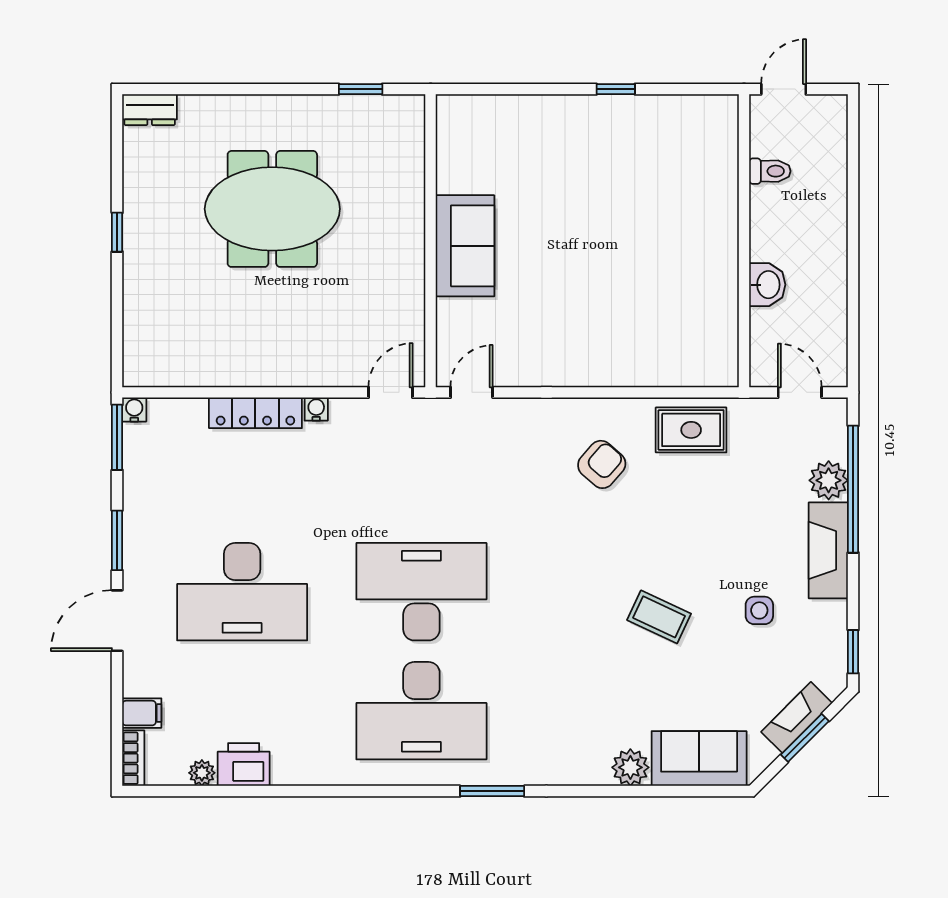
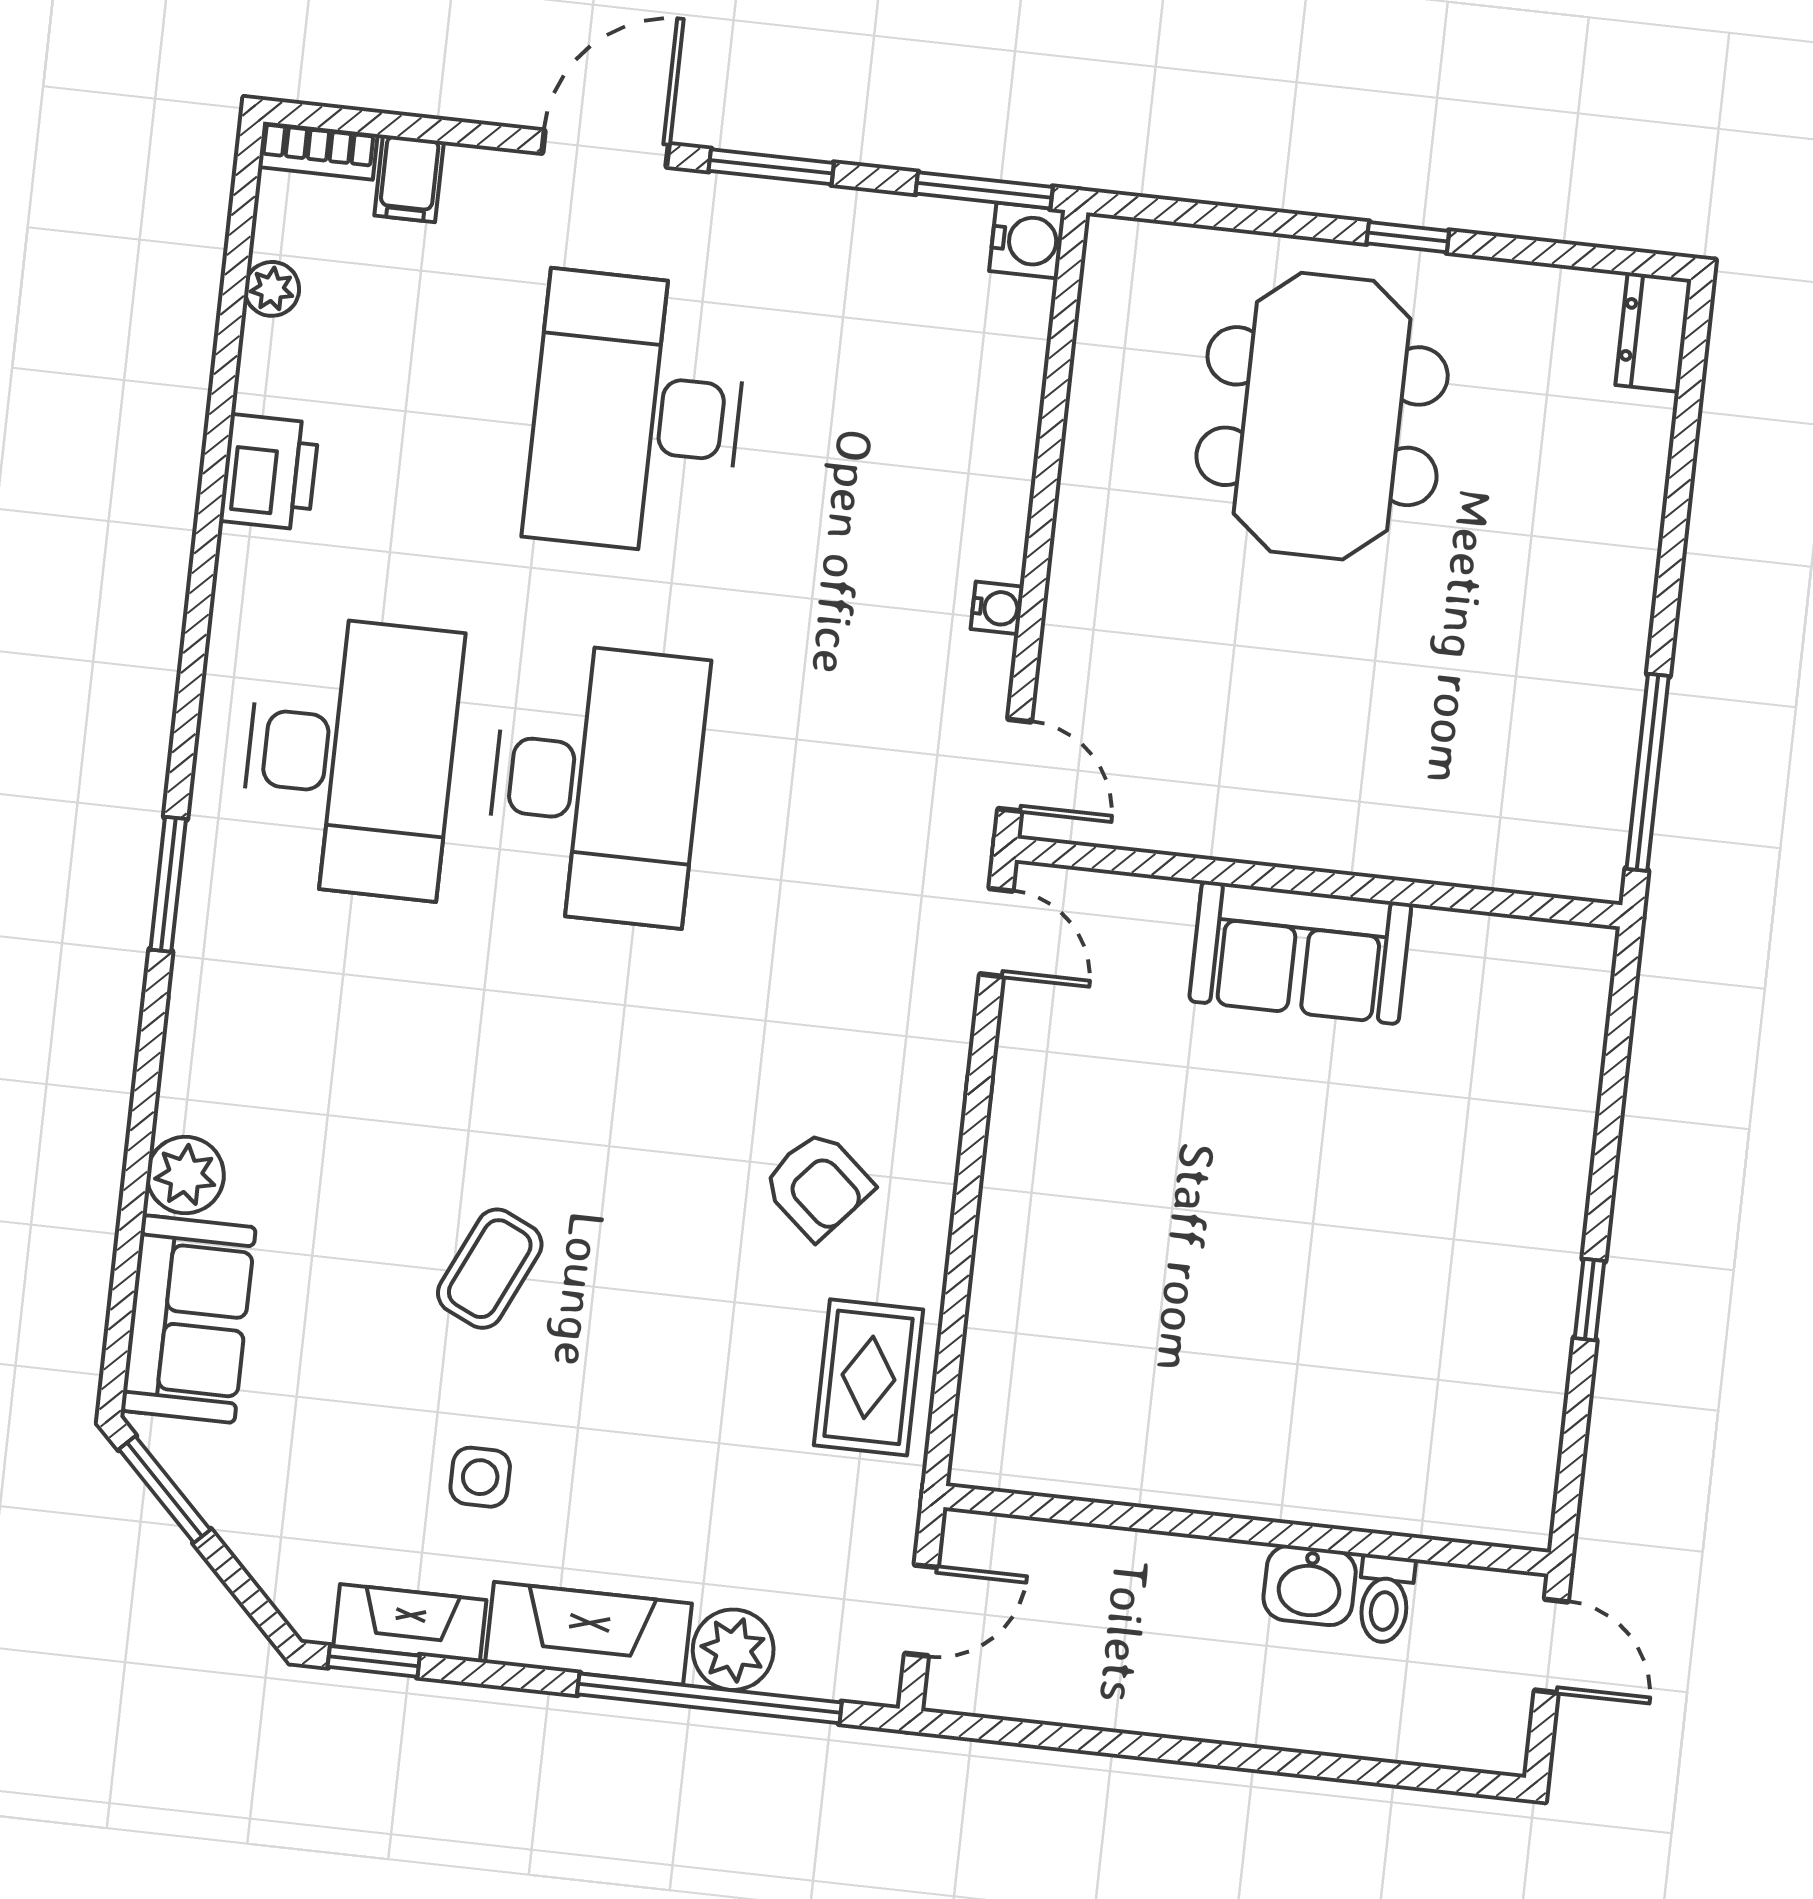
window: (361, 89) -> (1648, 772), width x2.17
meeting table: (272, 209) -> (1322, 416), moved
washbasin: (767, 285) -> (1310, 1585), moved
water cooler: (134, 410) -> (1027, 241), width x1.38, depth x1.38
locker: (255, 413) -> (1003, 482), removed
door: (117, 621) -> (606, 149), hinge flipped
desk: (421, 711) -> (350, 757), turned 180
fireplace: (797, 717) -> (410, 1623), moved, turned -45
window: (805, 738) -> (165, 1490), moved
printer: (244, 764) -> (269, 472), moved

